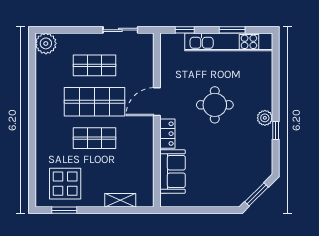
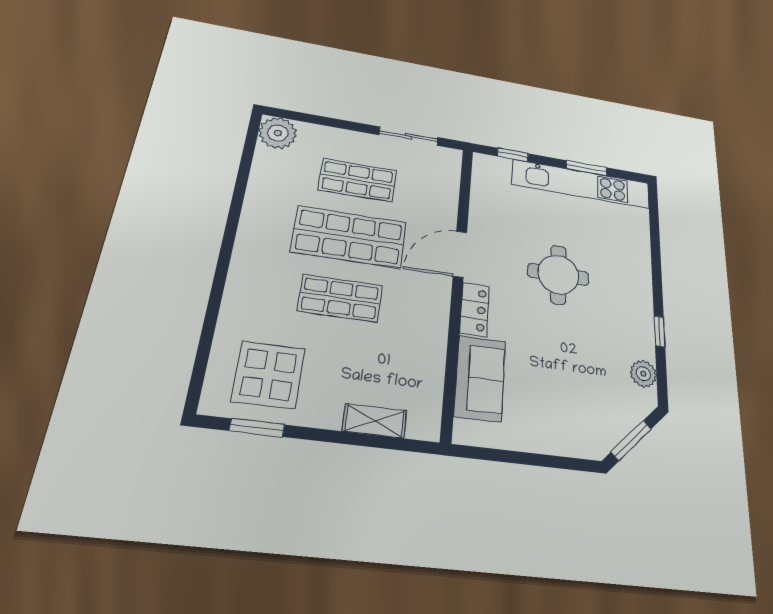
plant: (265, 118) -> (643, 374), moved

